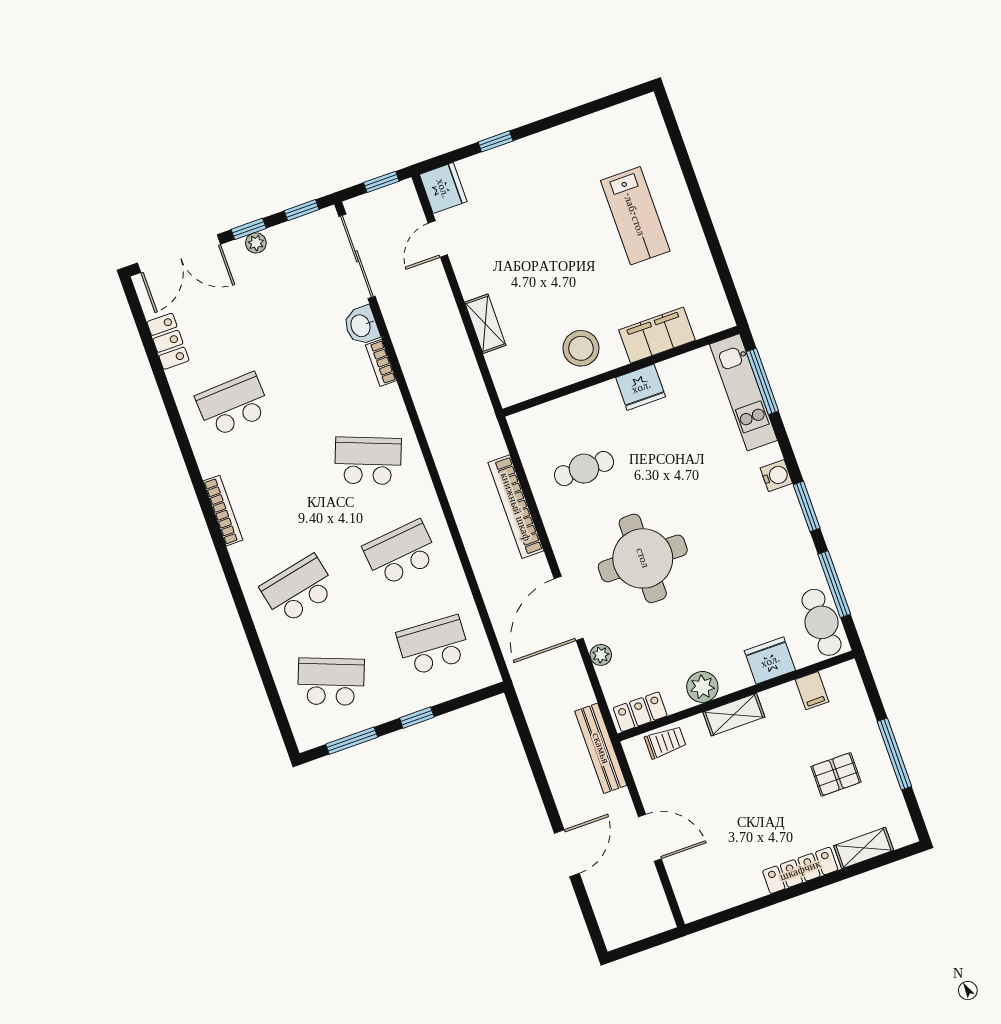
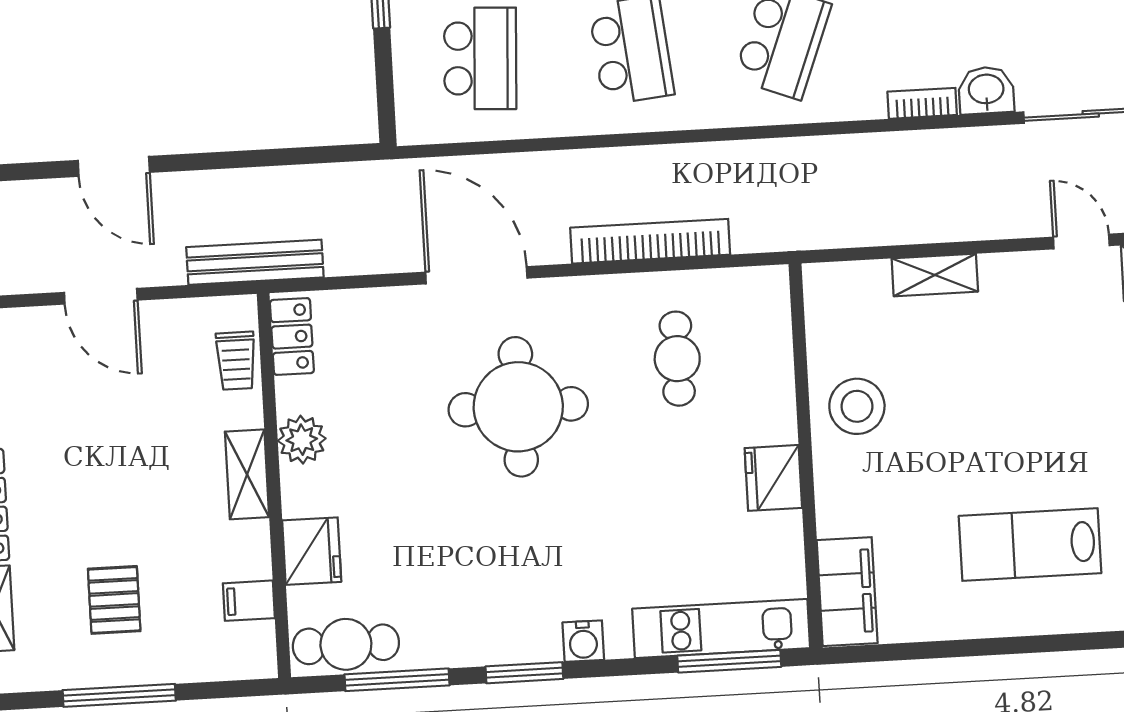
filing cabinet: (657, 335) -> (847, 592), moved
plant: (601, 655) -> (393, 303), removed
door: (650, 838) -> (101, 296), hinge flipped

